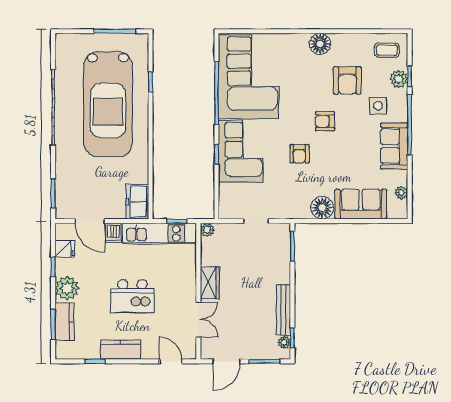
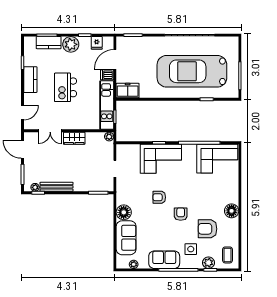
corner sofa: (248, 77) -> (217, 159), width x0.73, depth x0.74

